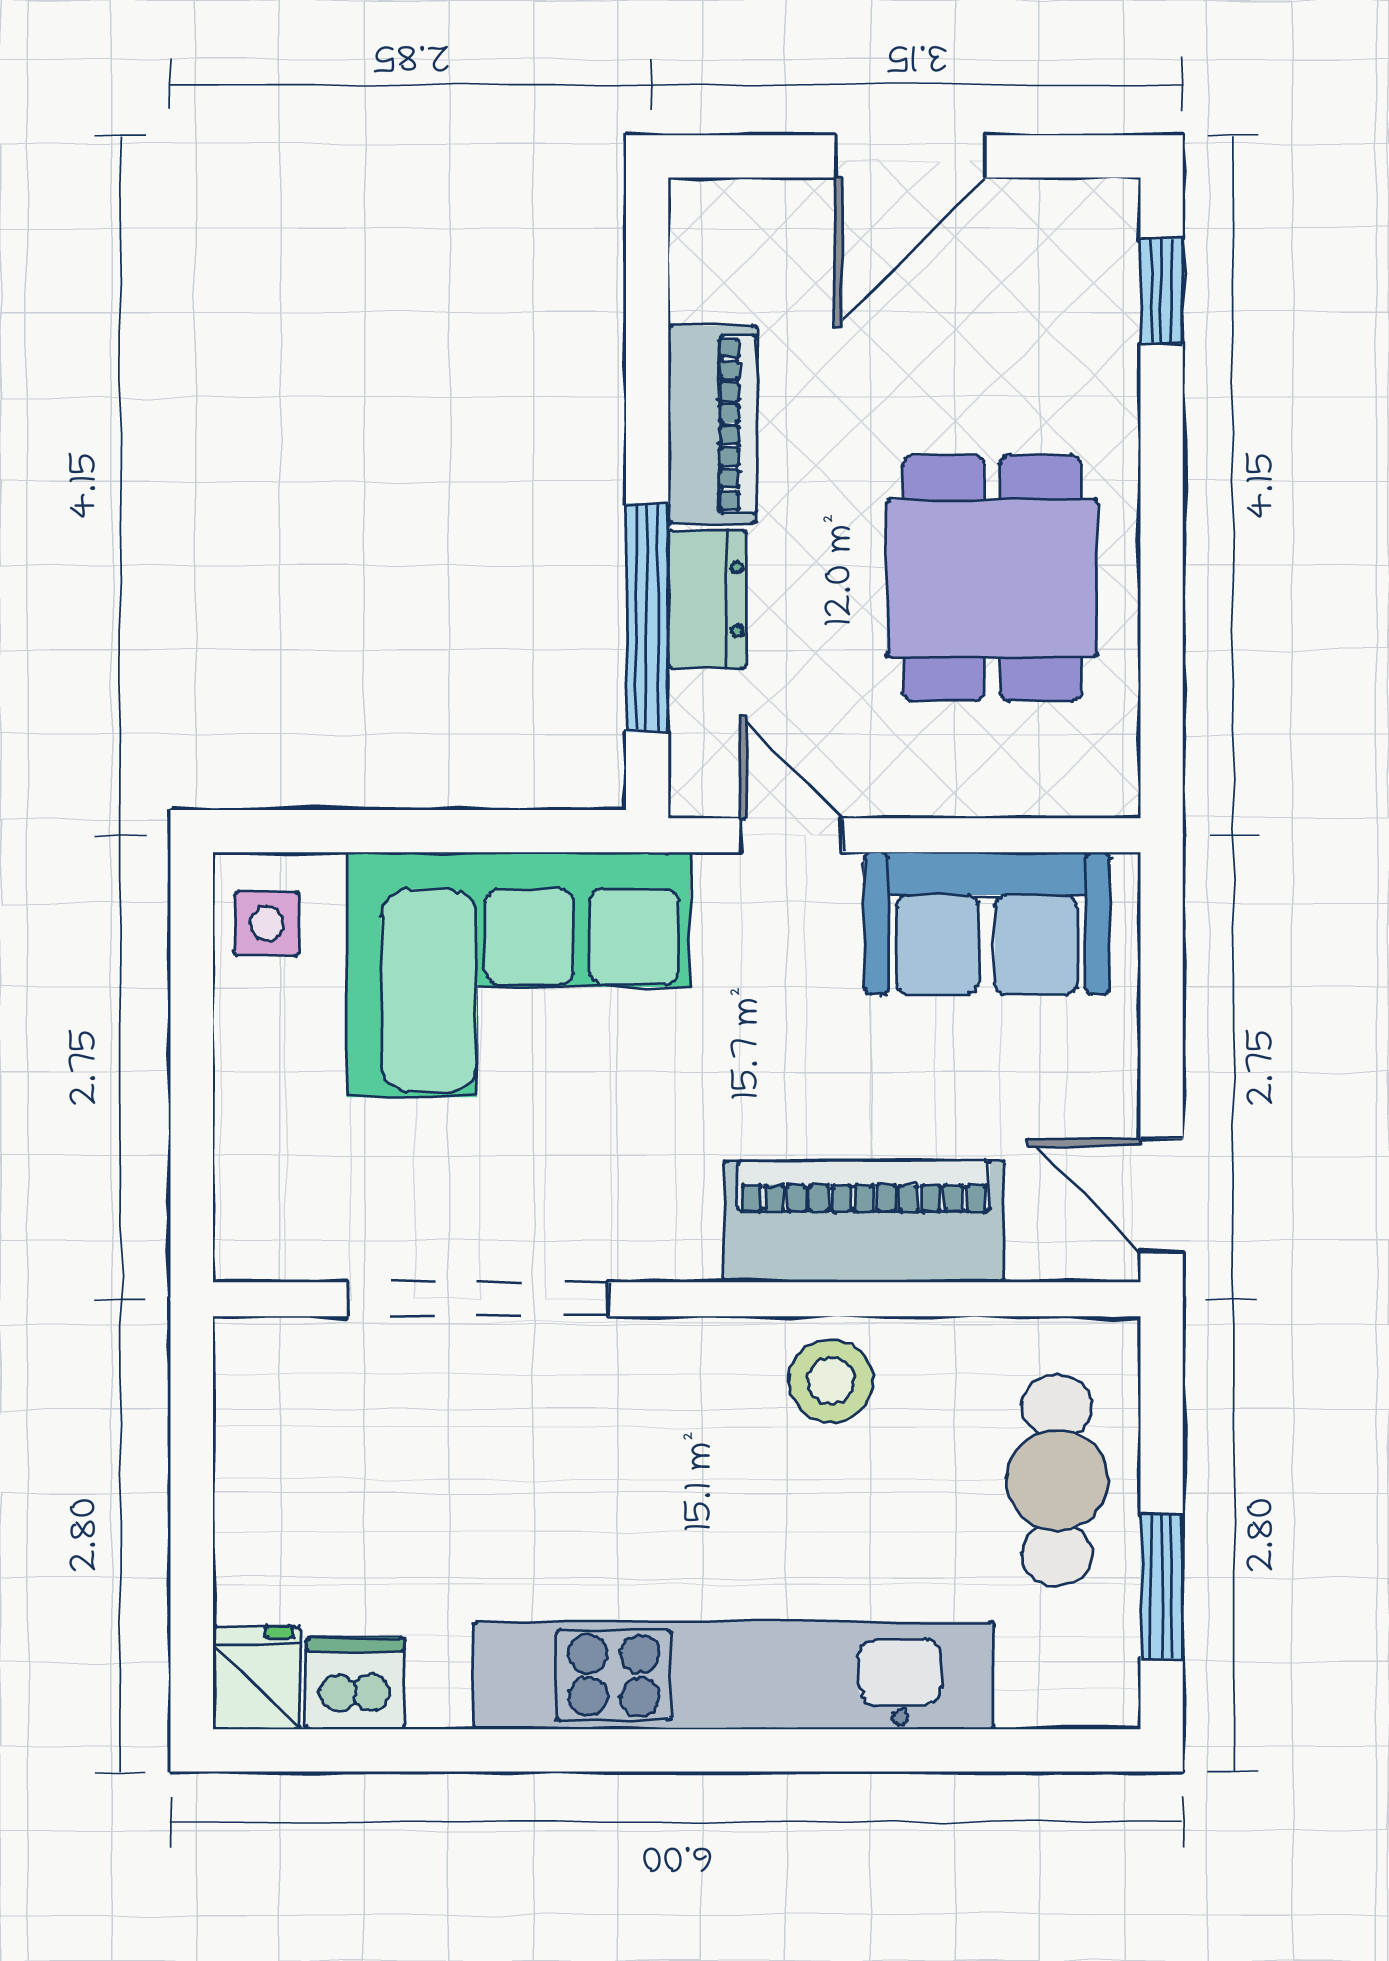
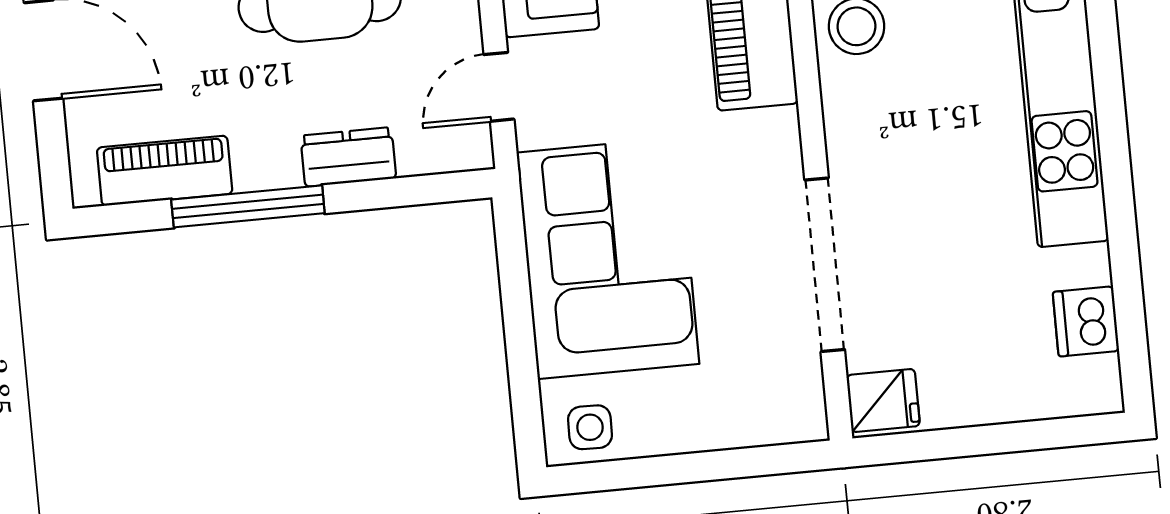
piano: (712, 424) -> (165, 171), moved
window: (647, 618) -> (248, 206), moved
fridge: (256, 1678) -> (883, 401), moved, turned 180

